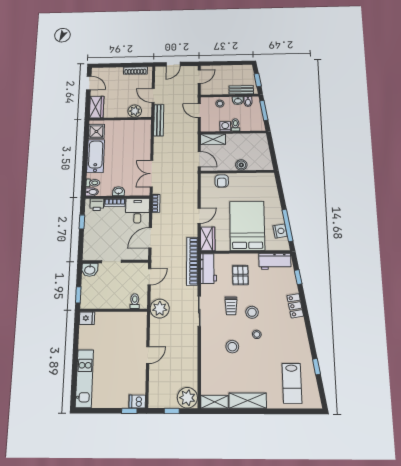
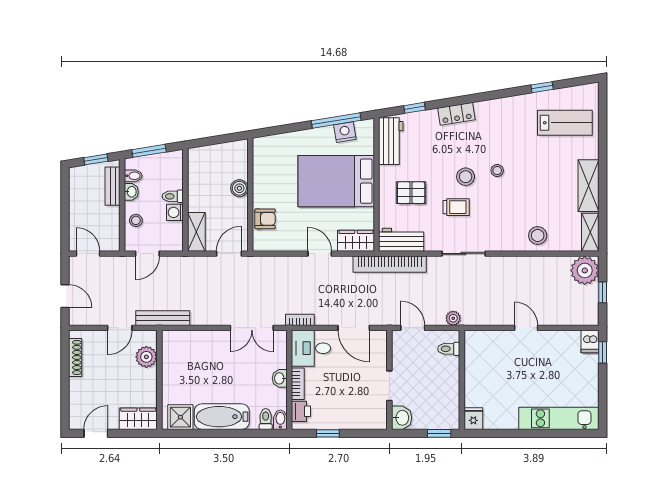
plant: (160, 309) -> (453, 318), width x0.53, depth x0.53
stool: (232, 347) -> (538, 236), moved

